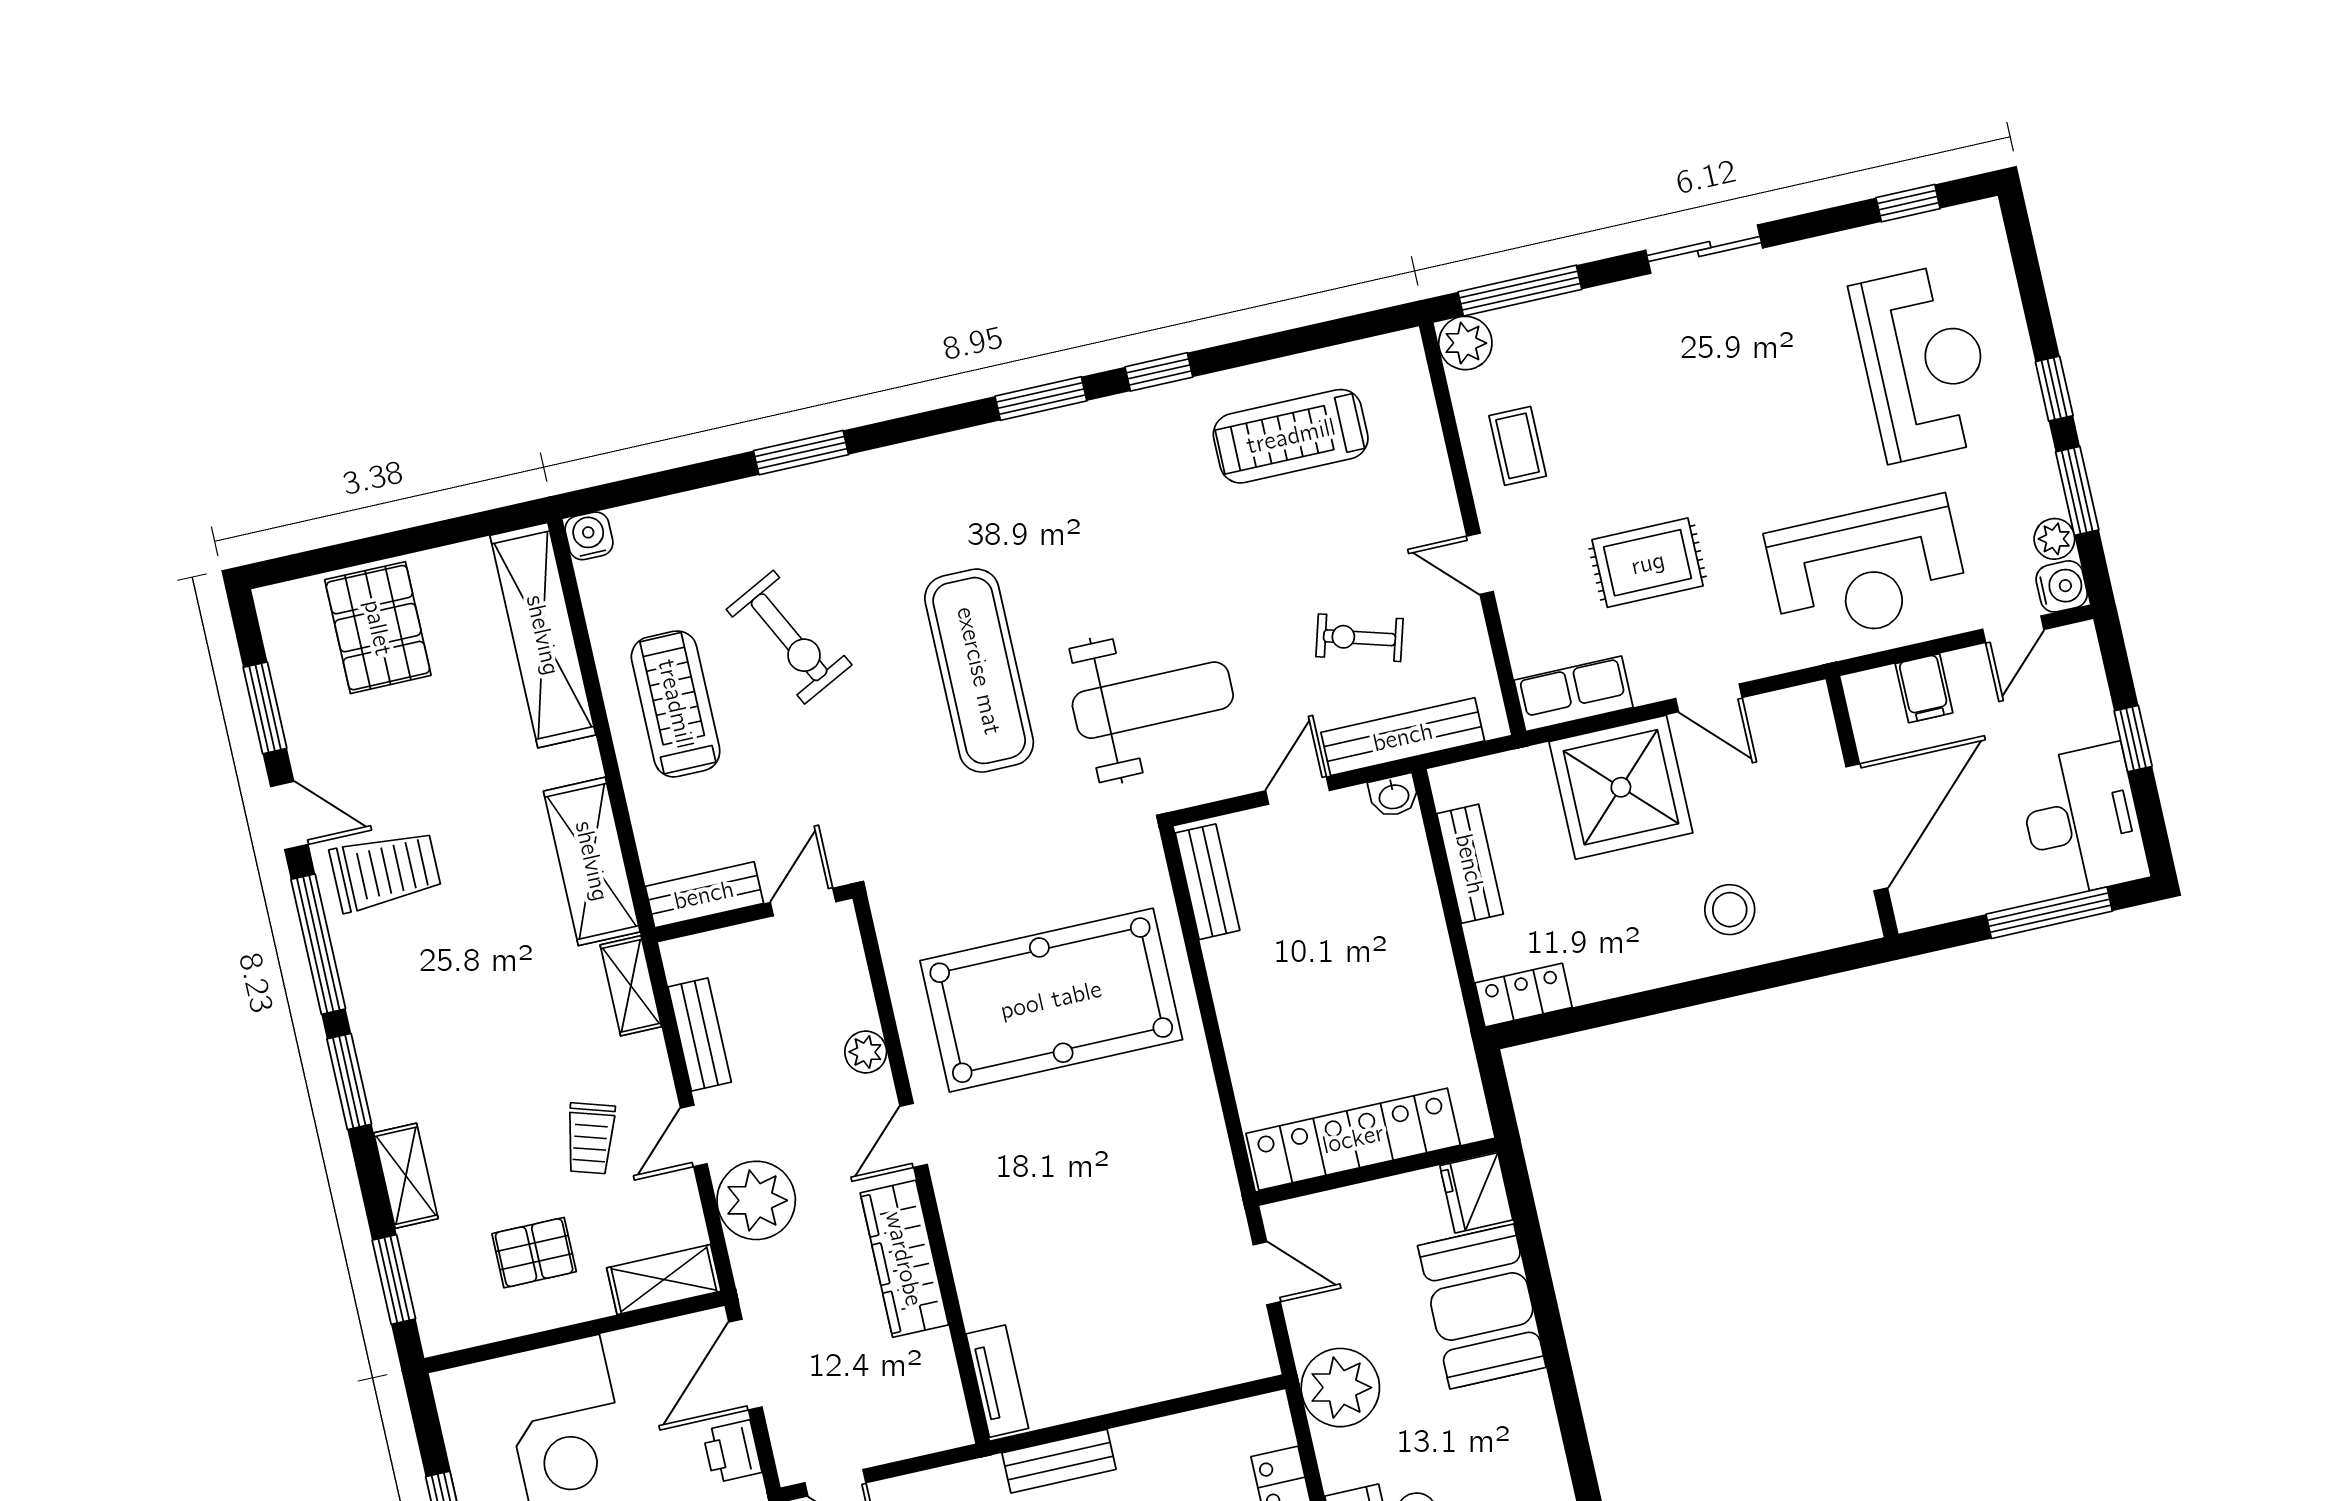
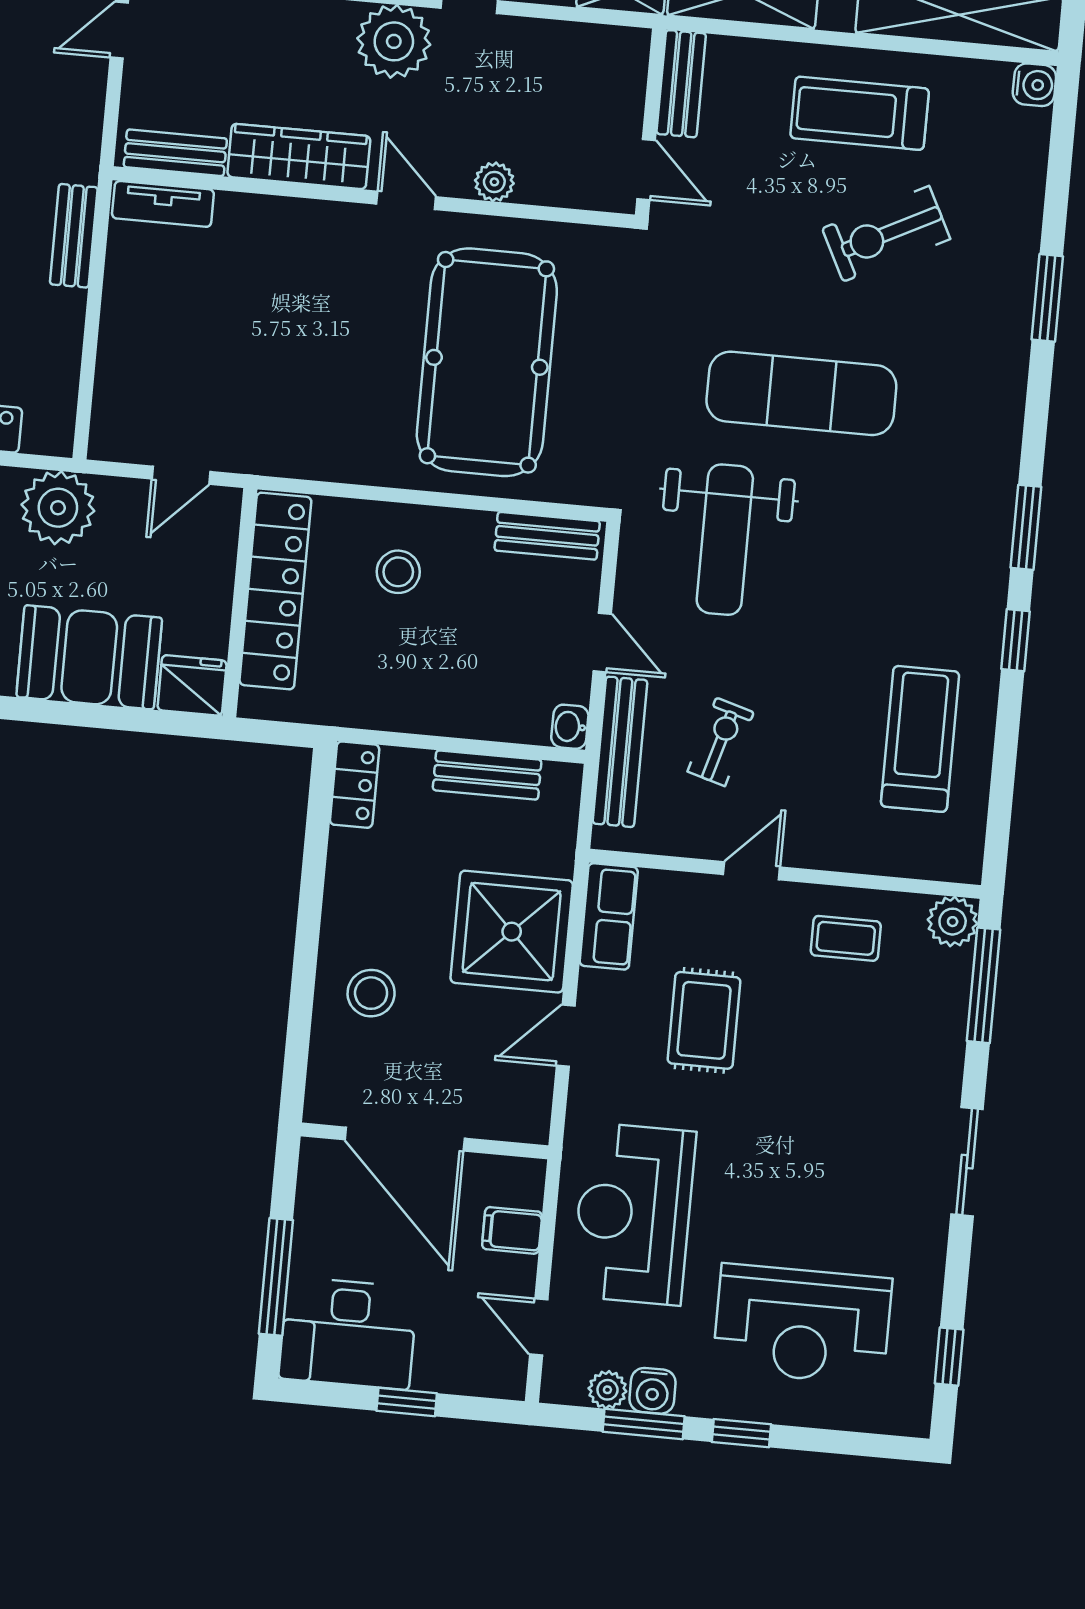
water cooler: (2062, 586) -> (653, 1391), moved
treadmill: (676, 704) -> (860, 113), turned 180
stool: (1293, 1021) -> (398, 572), added
bench: (700, 1035) -> (175, 153), moved

